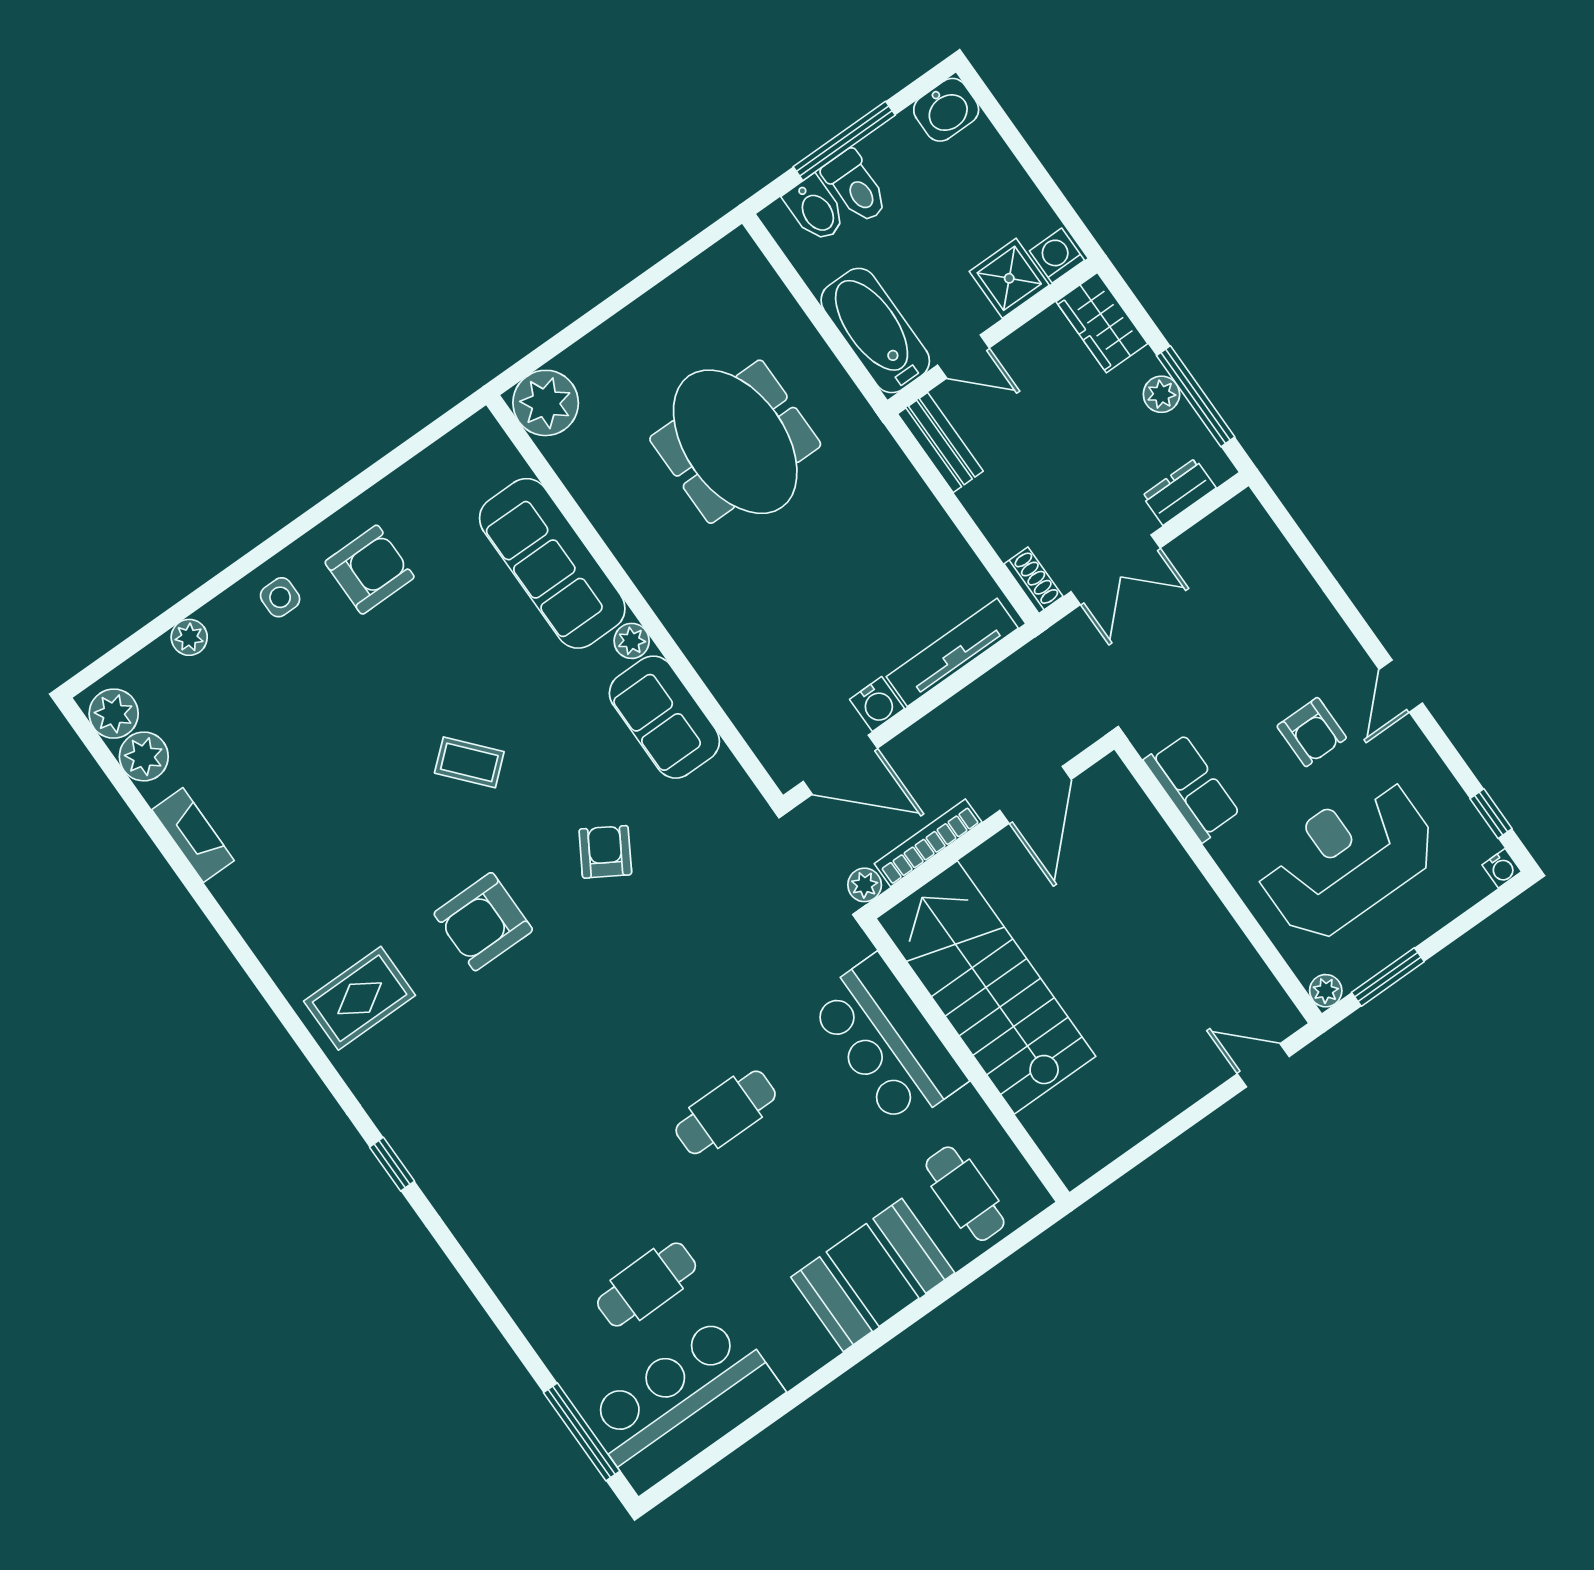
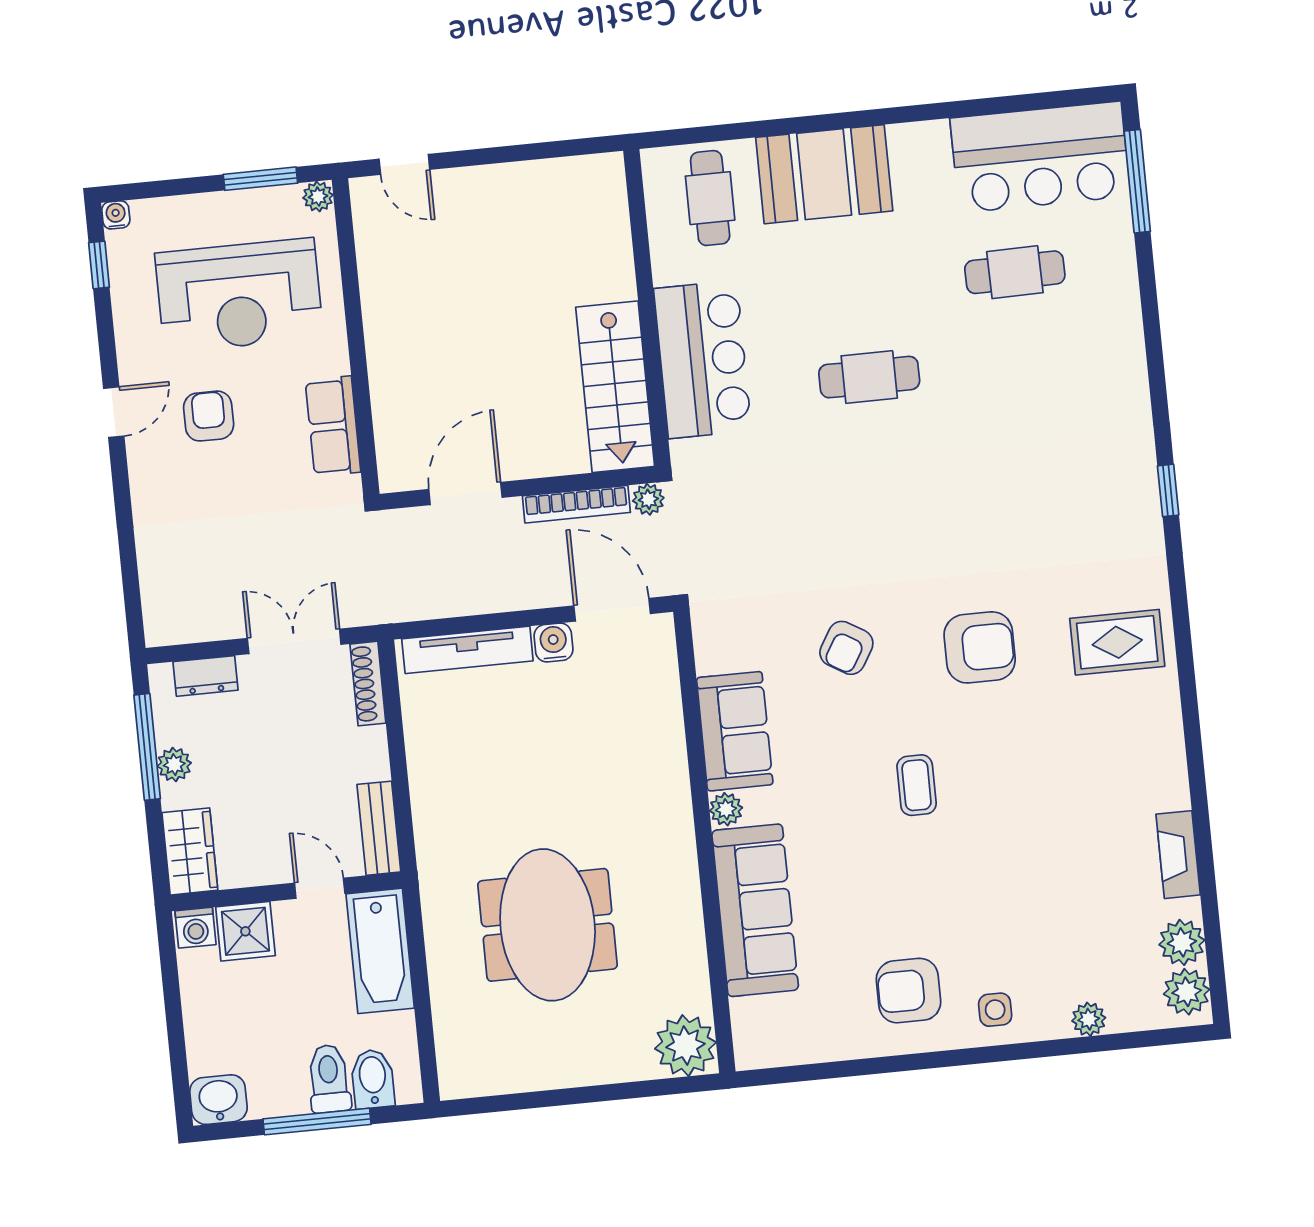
shoe rack: (1033, 580) -> (368, 684), width x1.43
coffee table: (469, 762) -> (917, 785), turned 41
stairs: (986, 987) -> (615, 387), width x0.73, depth x0.66

